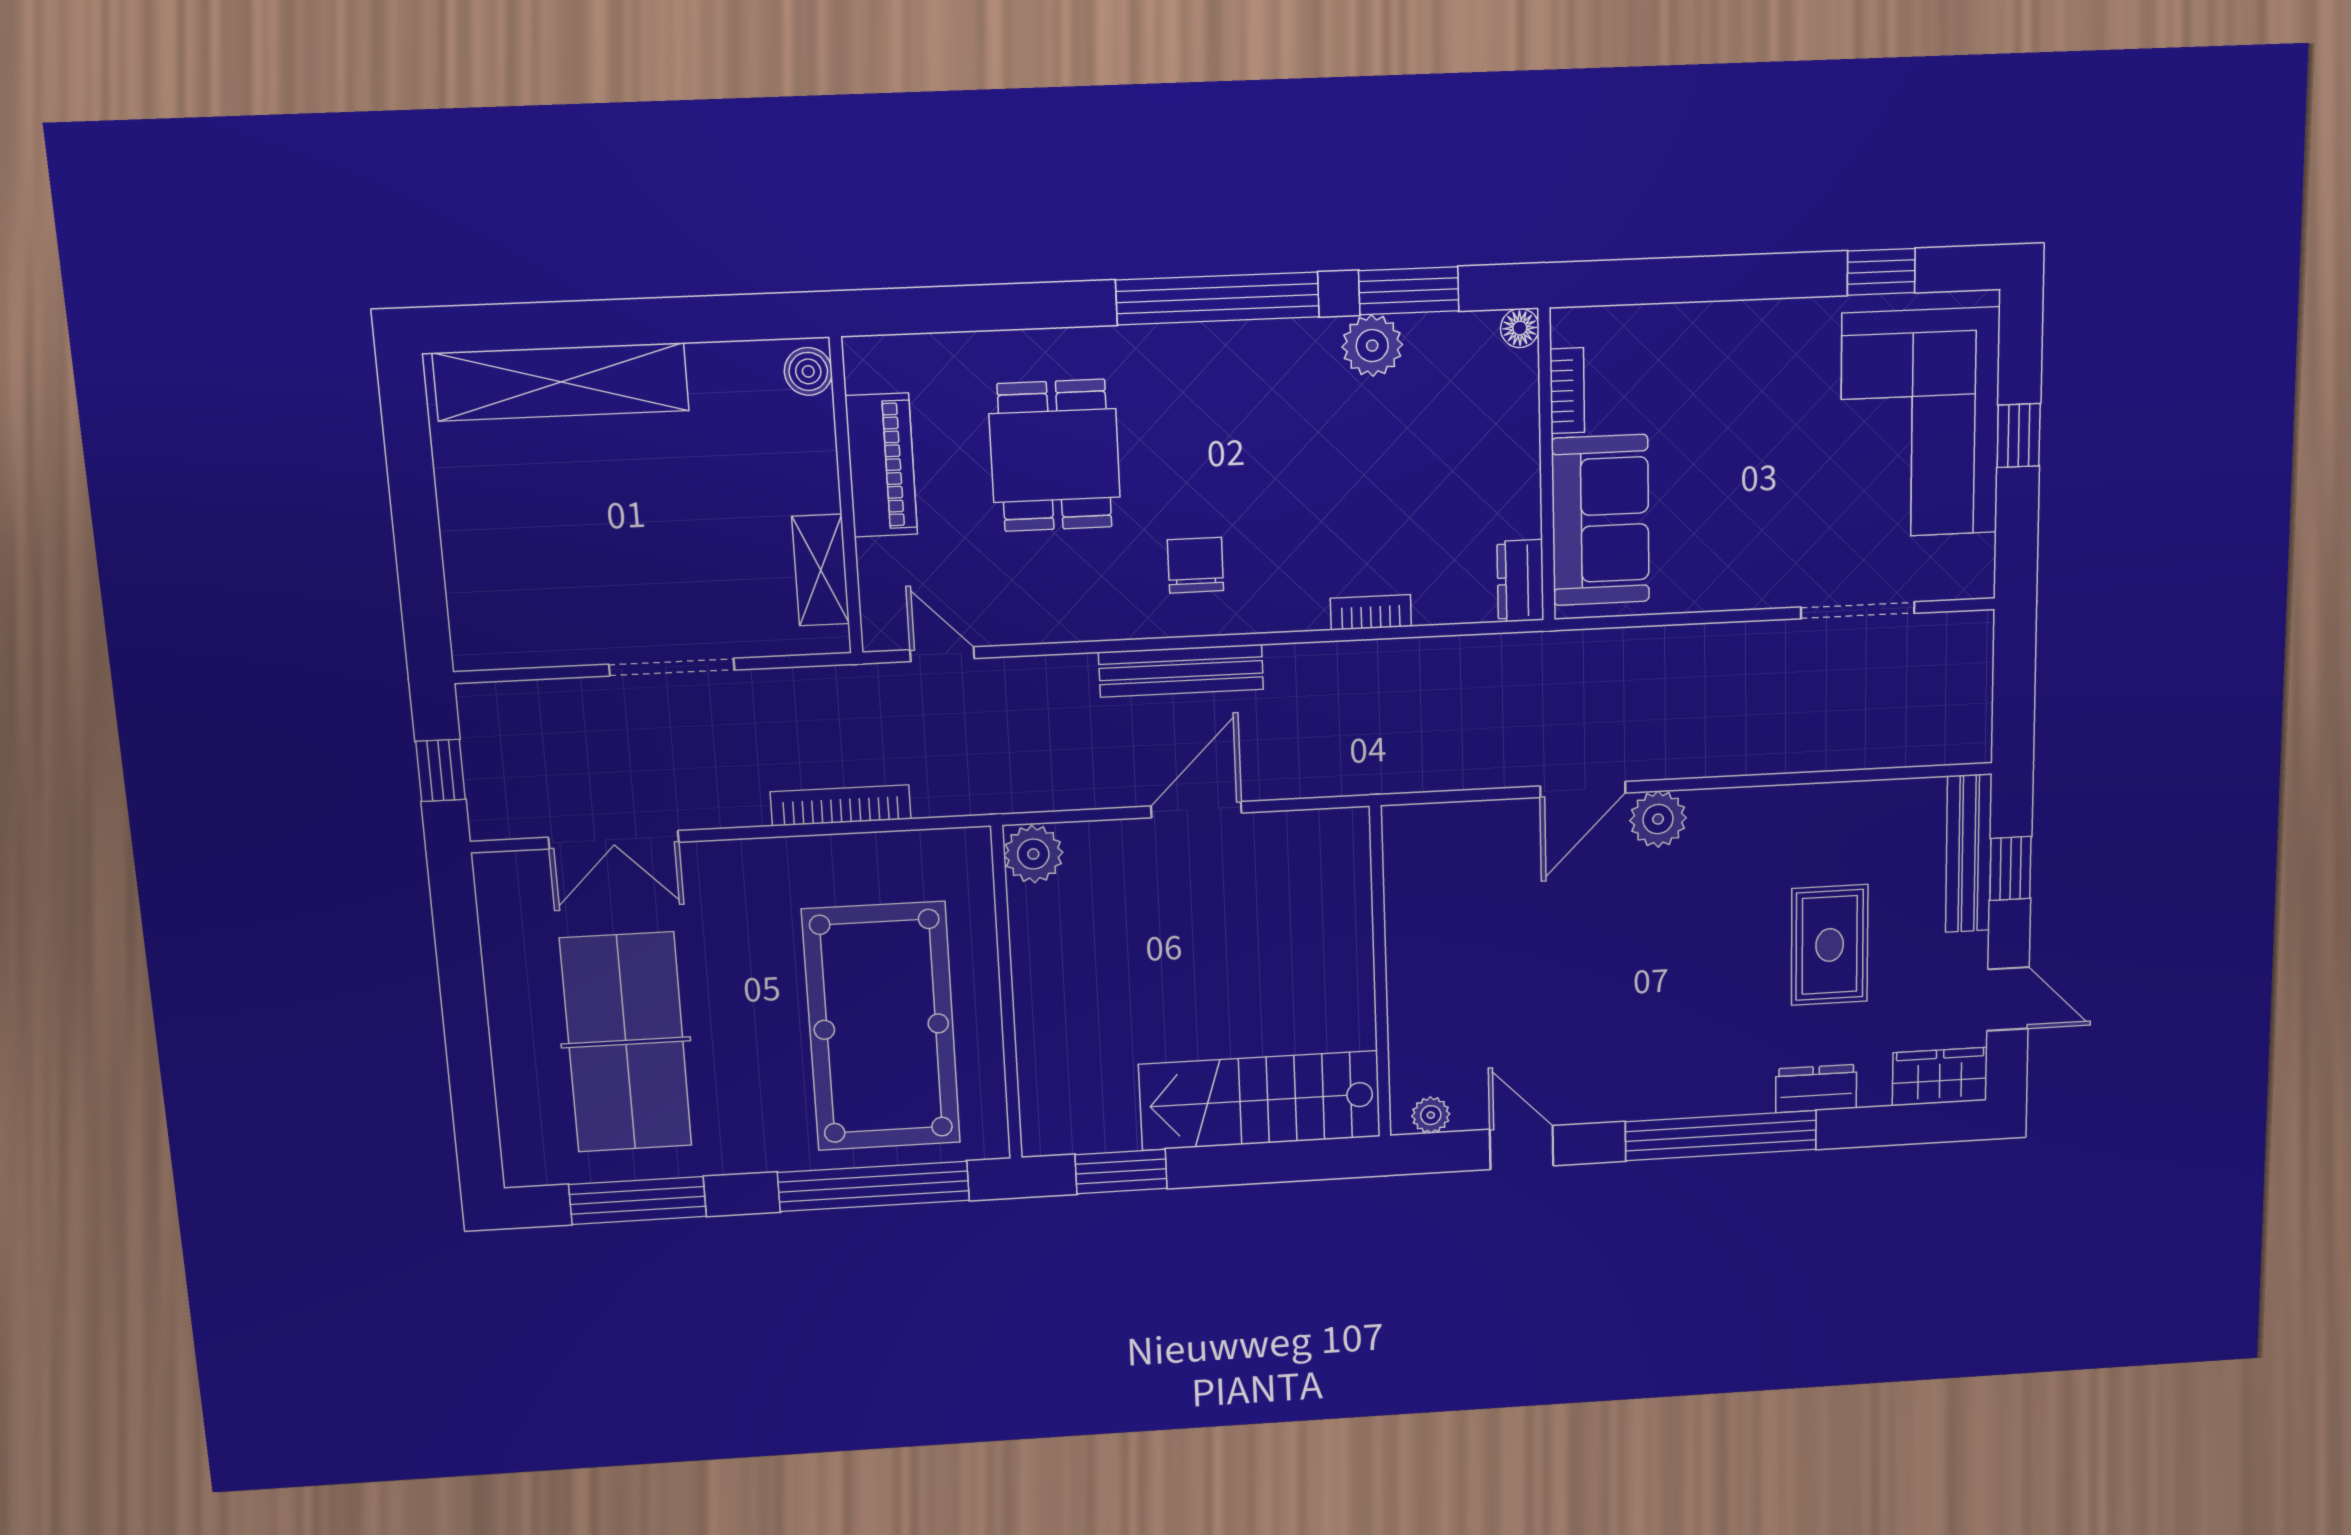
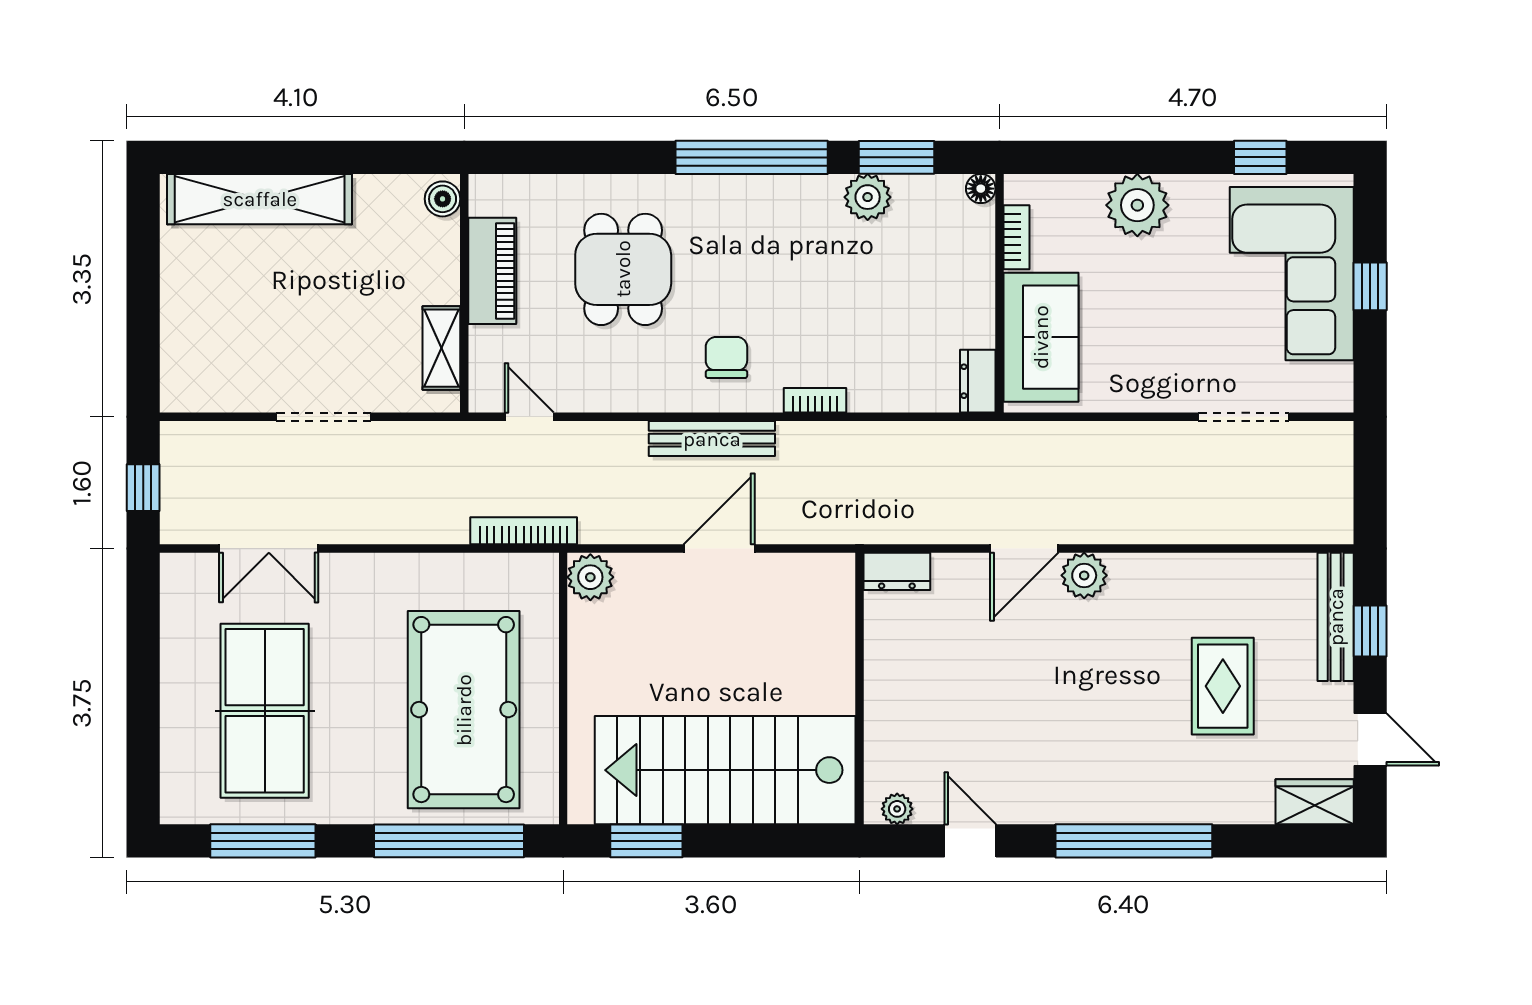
plant: (1723, 342) -> (1137, 205), added
bookcase: (1371, 612) -> (815, 400), moved
bookcase: (841, 805) -> (524, 531), moved
dresser: (1816, 1088) -> (897, 571), moved, turned 180
stairs: (1260, 1100) -> (725, 770), width x1.36, depth x1.51

